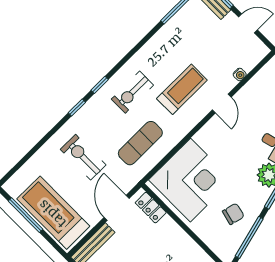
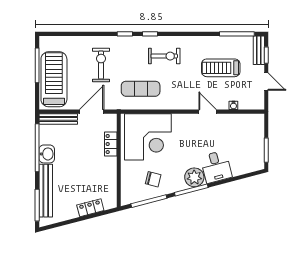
treadmill: (182, 89) -> (221, 68), moved, turned 180
exercise bike: (132, 92) -> (164, 56), turned 180
door: (222, 103) -> (208, 112), swing flipped
locker: (151, 208) -> (111, 144), moved

